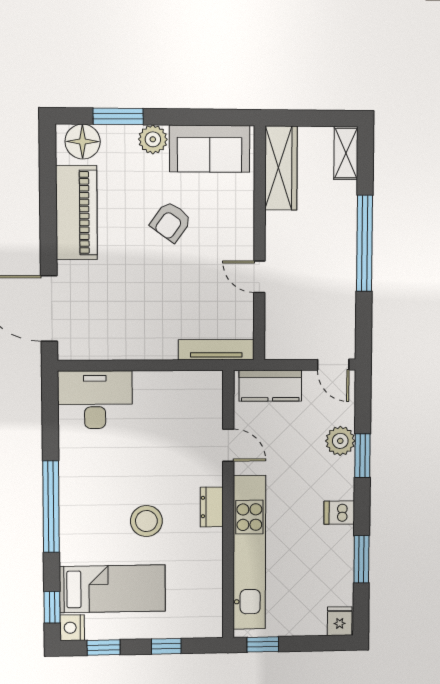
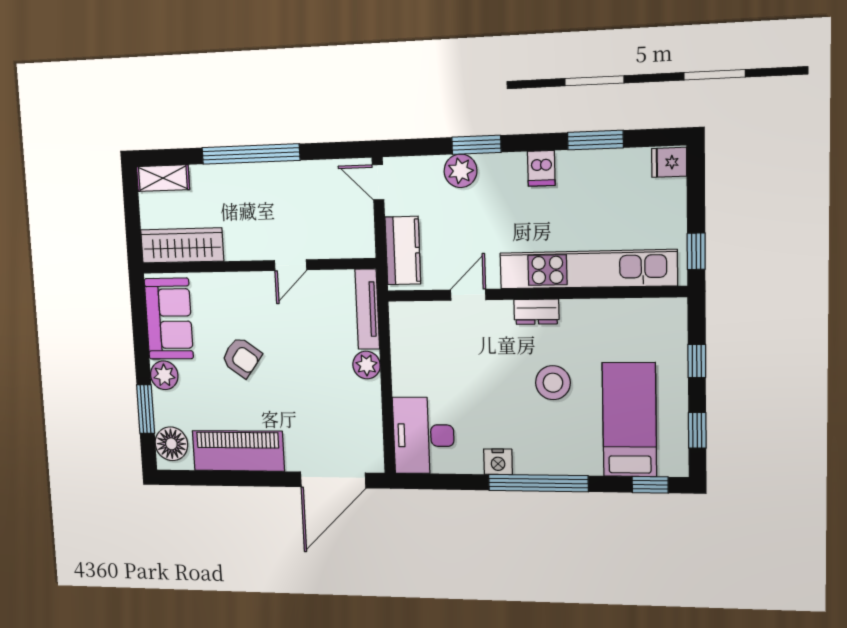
plant: (163, 347) -> (367, 365), added
door: (333, 365) -> (378, 182), swing flipped
nightstand: (72, 628) -> (498, 462), moved

